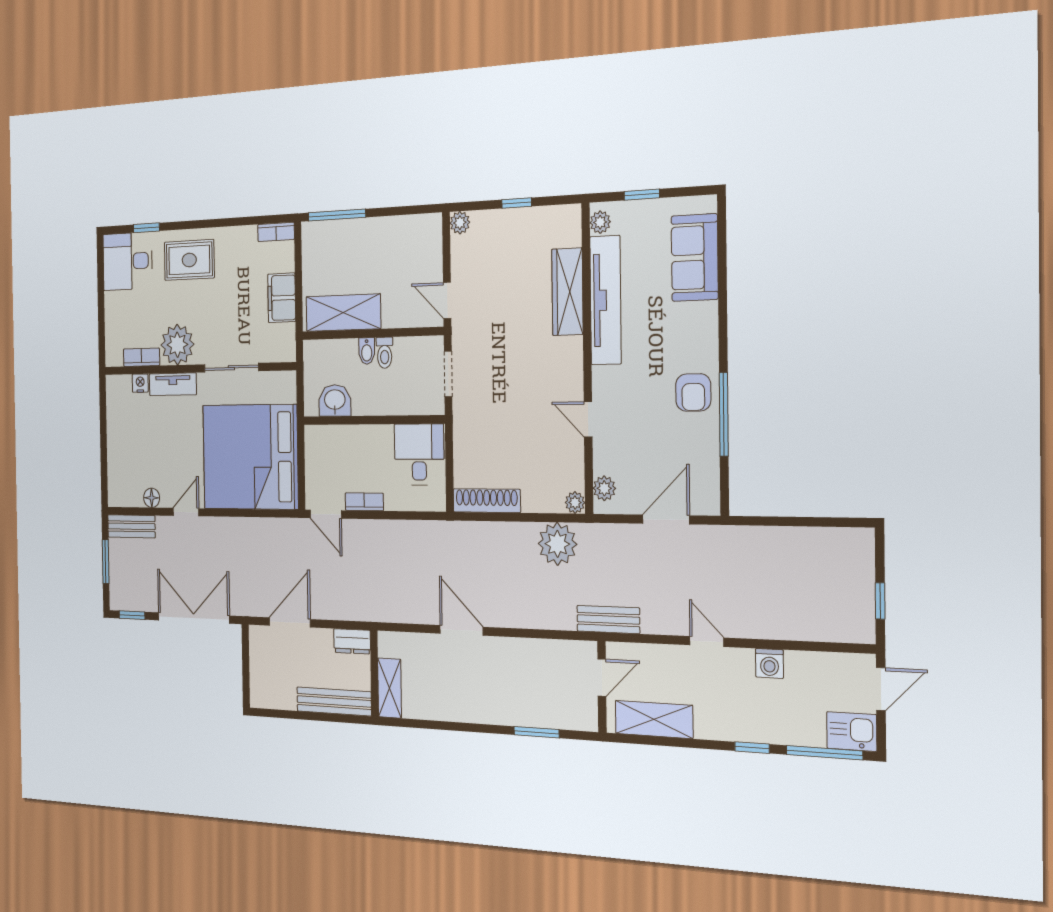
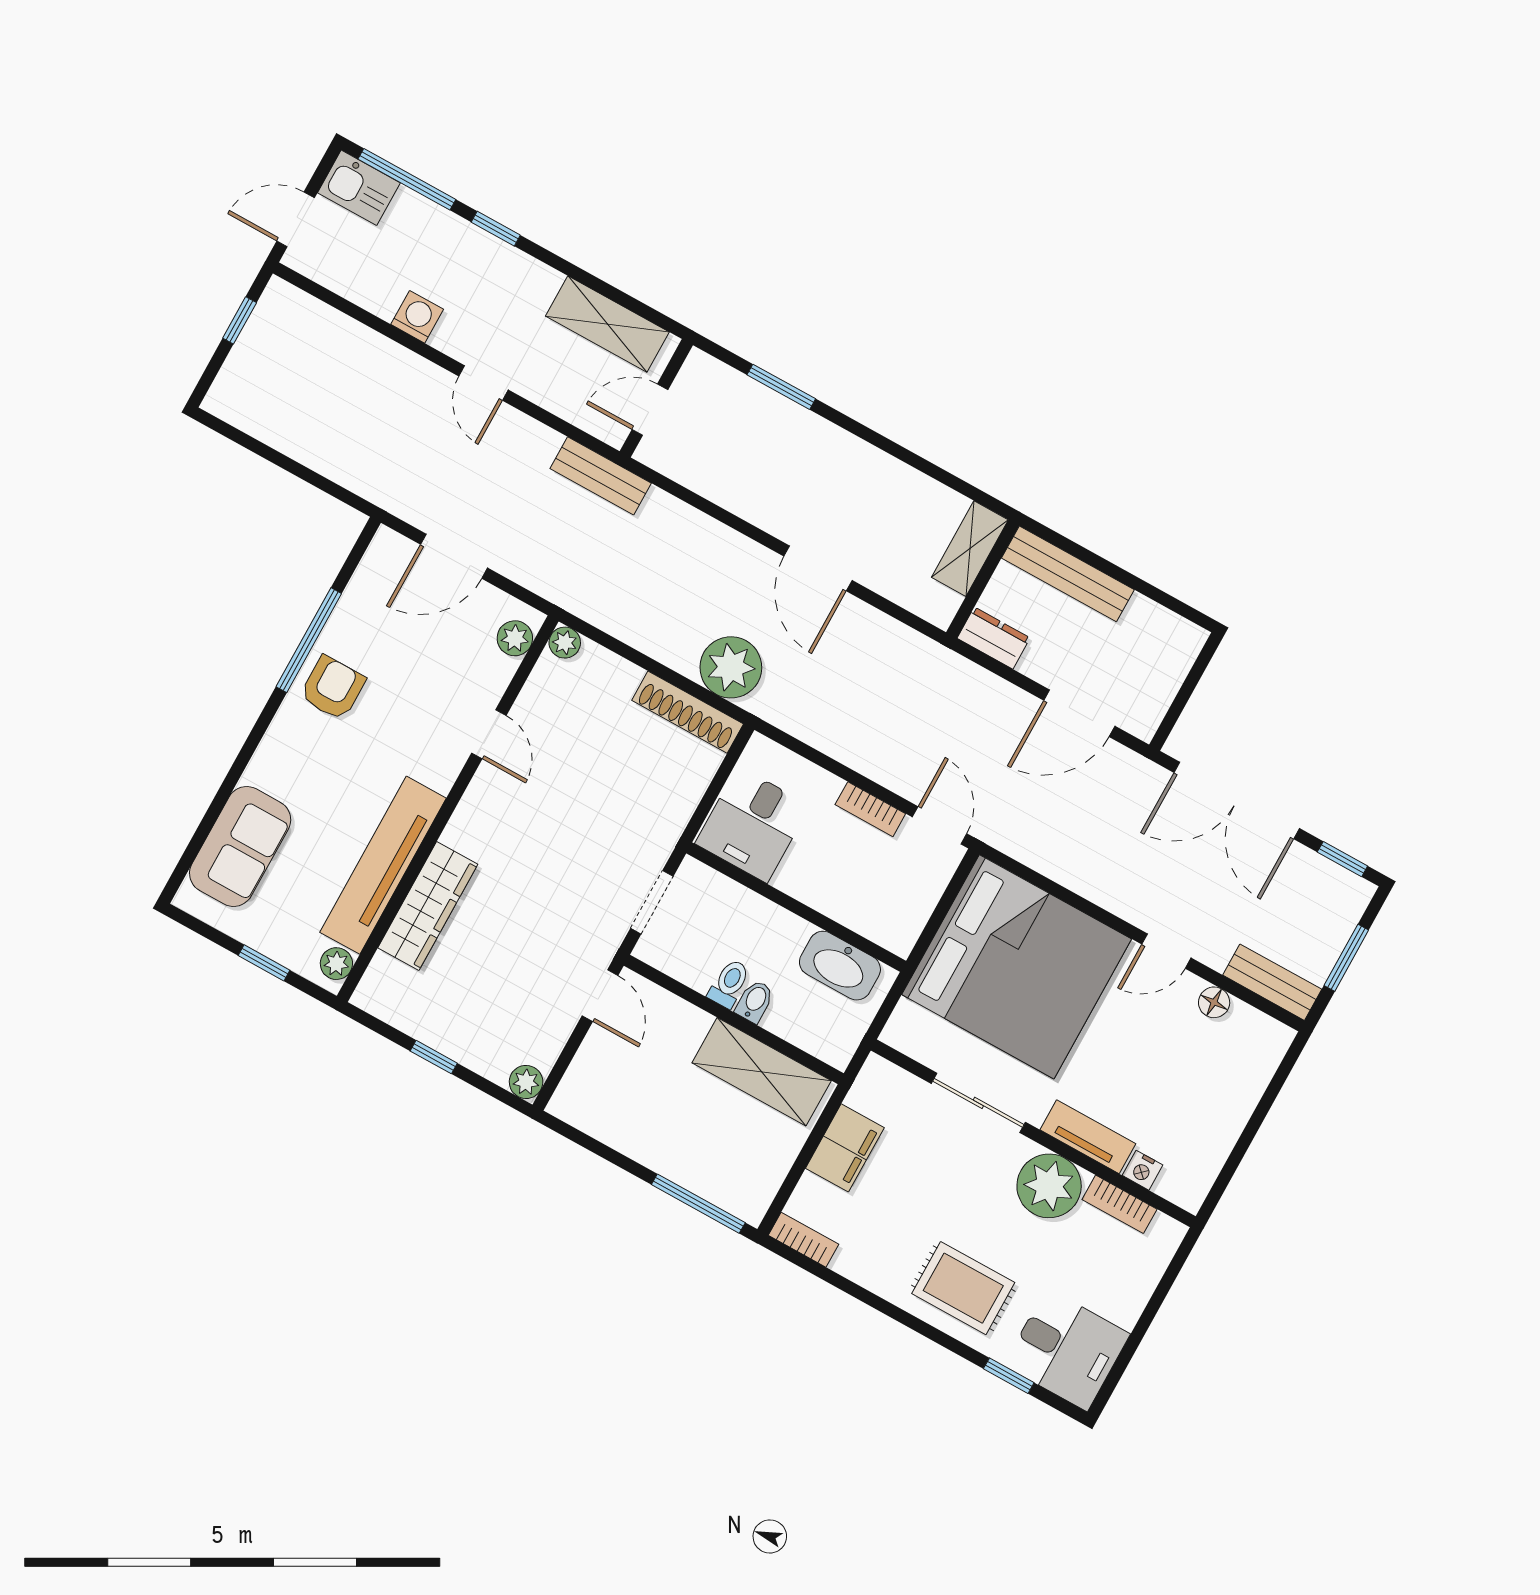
washbasin: (335, 400) -> (840, 966), width x1.38
plant: (557, 544) -> (731, 667), moved

